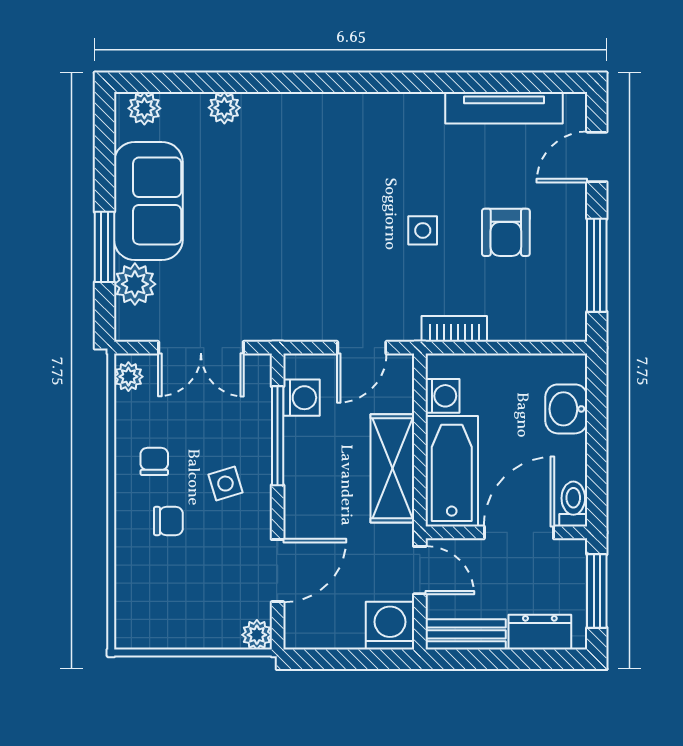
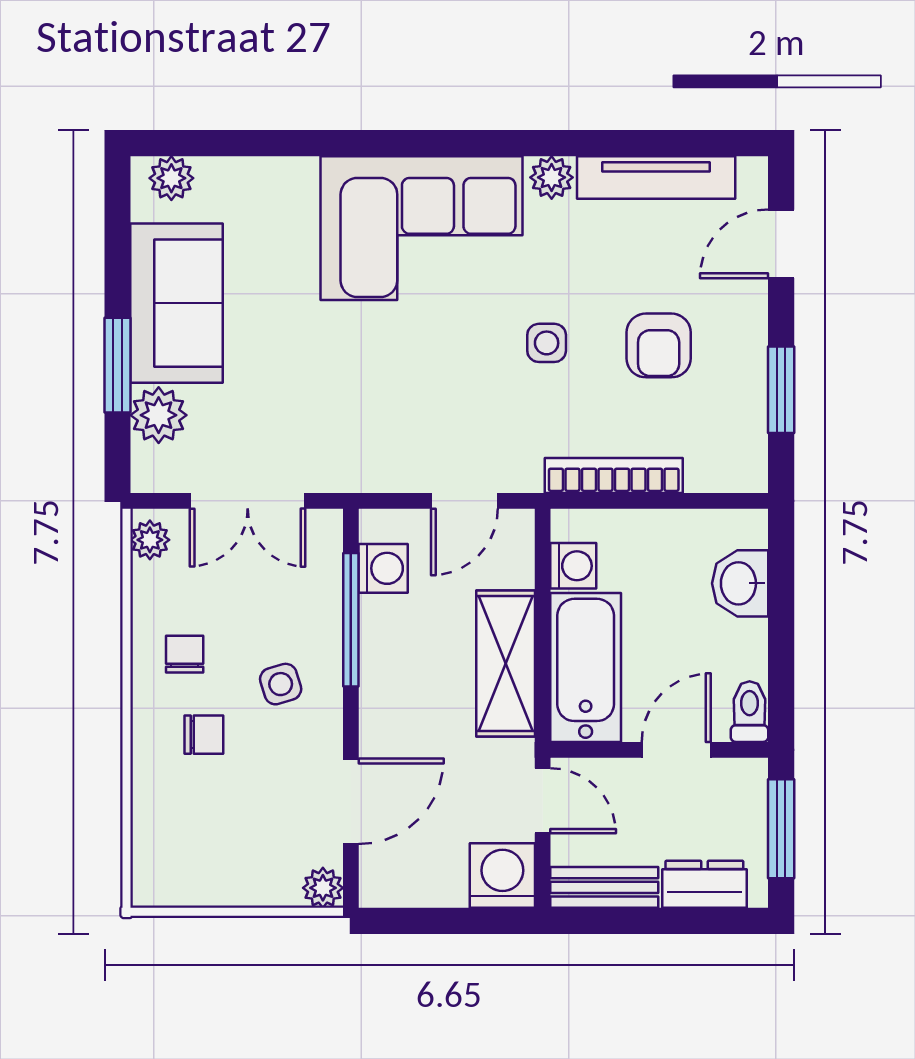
plant: (224, 108) -> (552, 177), moved
corner sofa: (330, 145) -> (421, 228), added
window: (597, 265) -> (781, 390), width x0.69
bookcase: (454, 329) -> (614, 476), width x1.56
door: (519, 532) -> (676, 750), width x0.73

